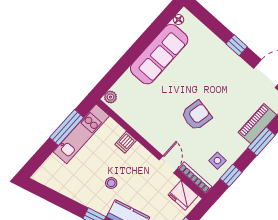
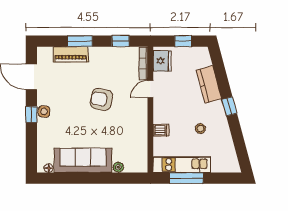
plant: (110, 97) -> (118, 167), moved
side table: (217, 161) -> (44, 112), moved
stool: (111, 183) -> (200, 128), moved

